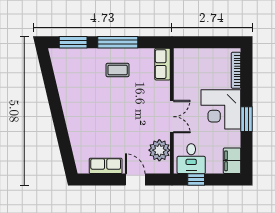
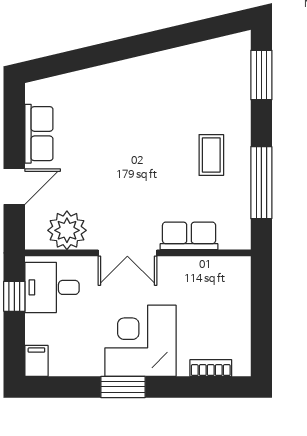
window: (118, 42) -> (261, 183), moved
row of seats: (163, 64) -> (189, 236), moved
bookcase: (236, 70) -> (211, 368), width x0.64
filing cabinet: (232, 161) -> (36, 361), width x0.50

